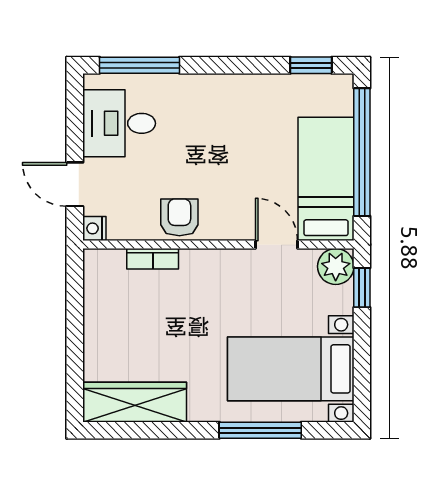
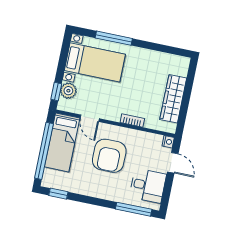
armchair: (179, 217) -> (109, 156), moved, width x1.88, depth x1.88
bookcase: (153, 259) -> (132, 120), moved
plant: (336, 266) -> (68, 91), moved
wardrobe: (135, 402) -> (173, 99), moved, turned 90

